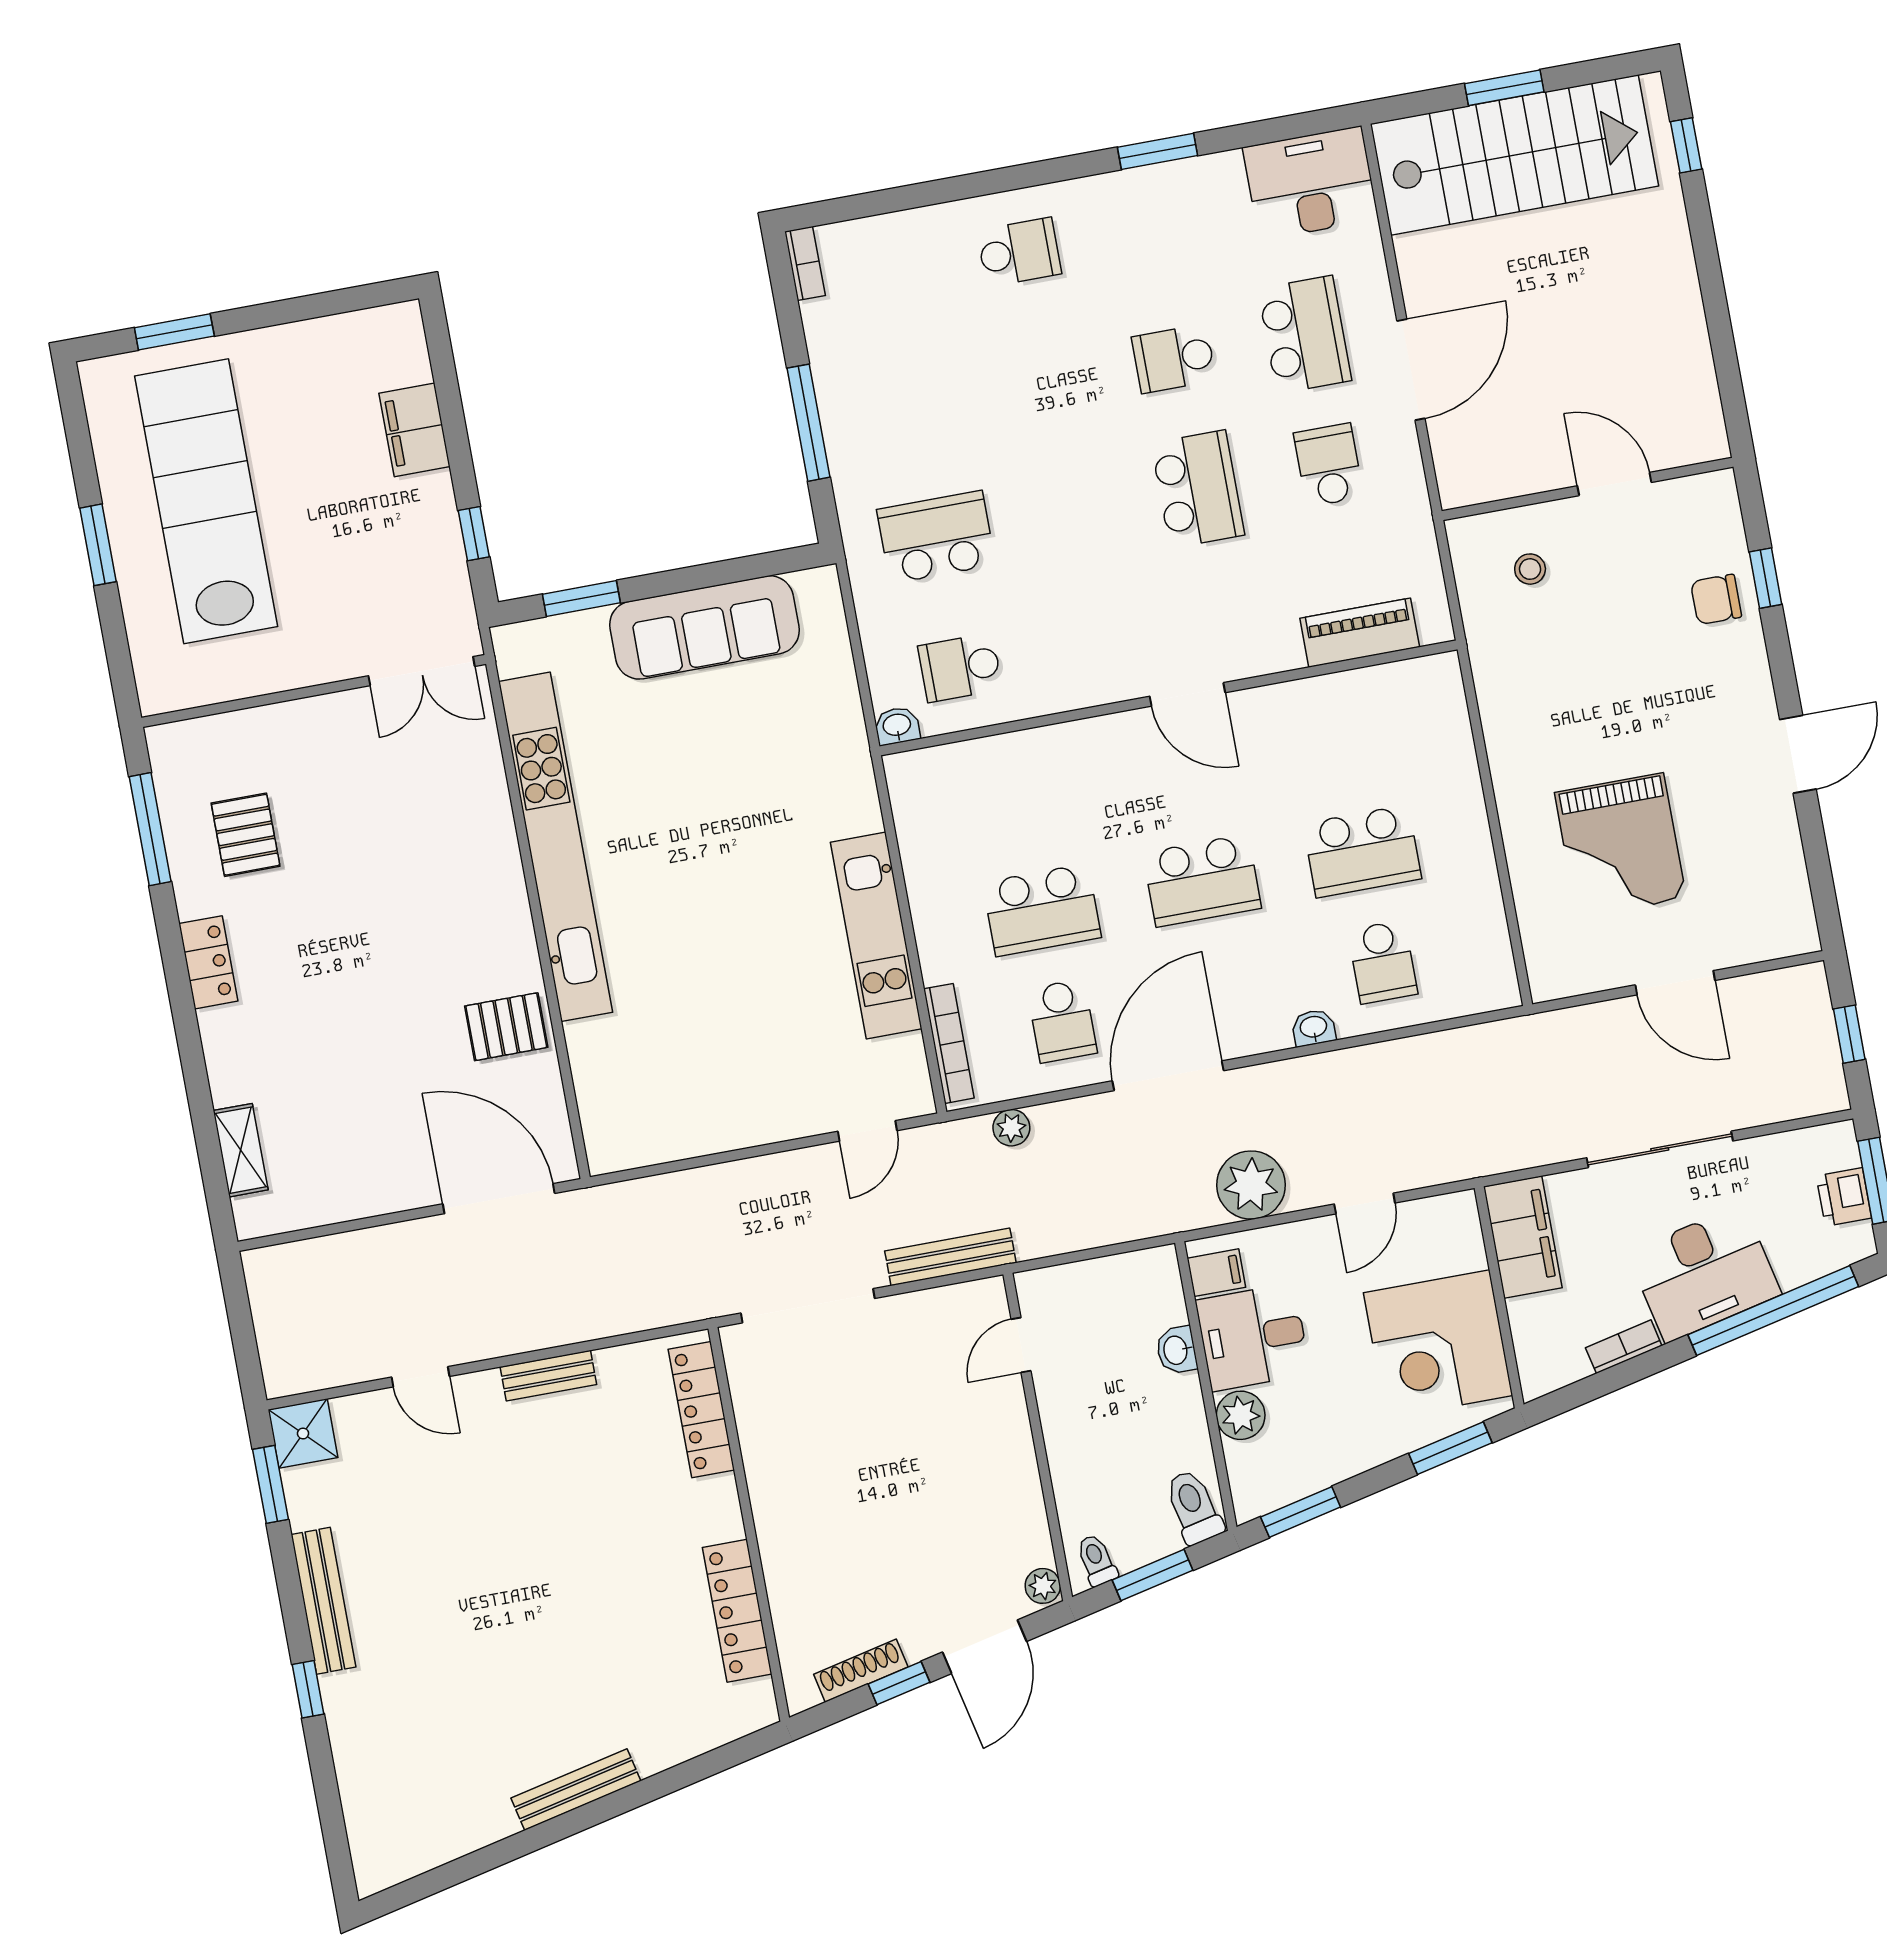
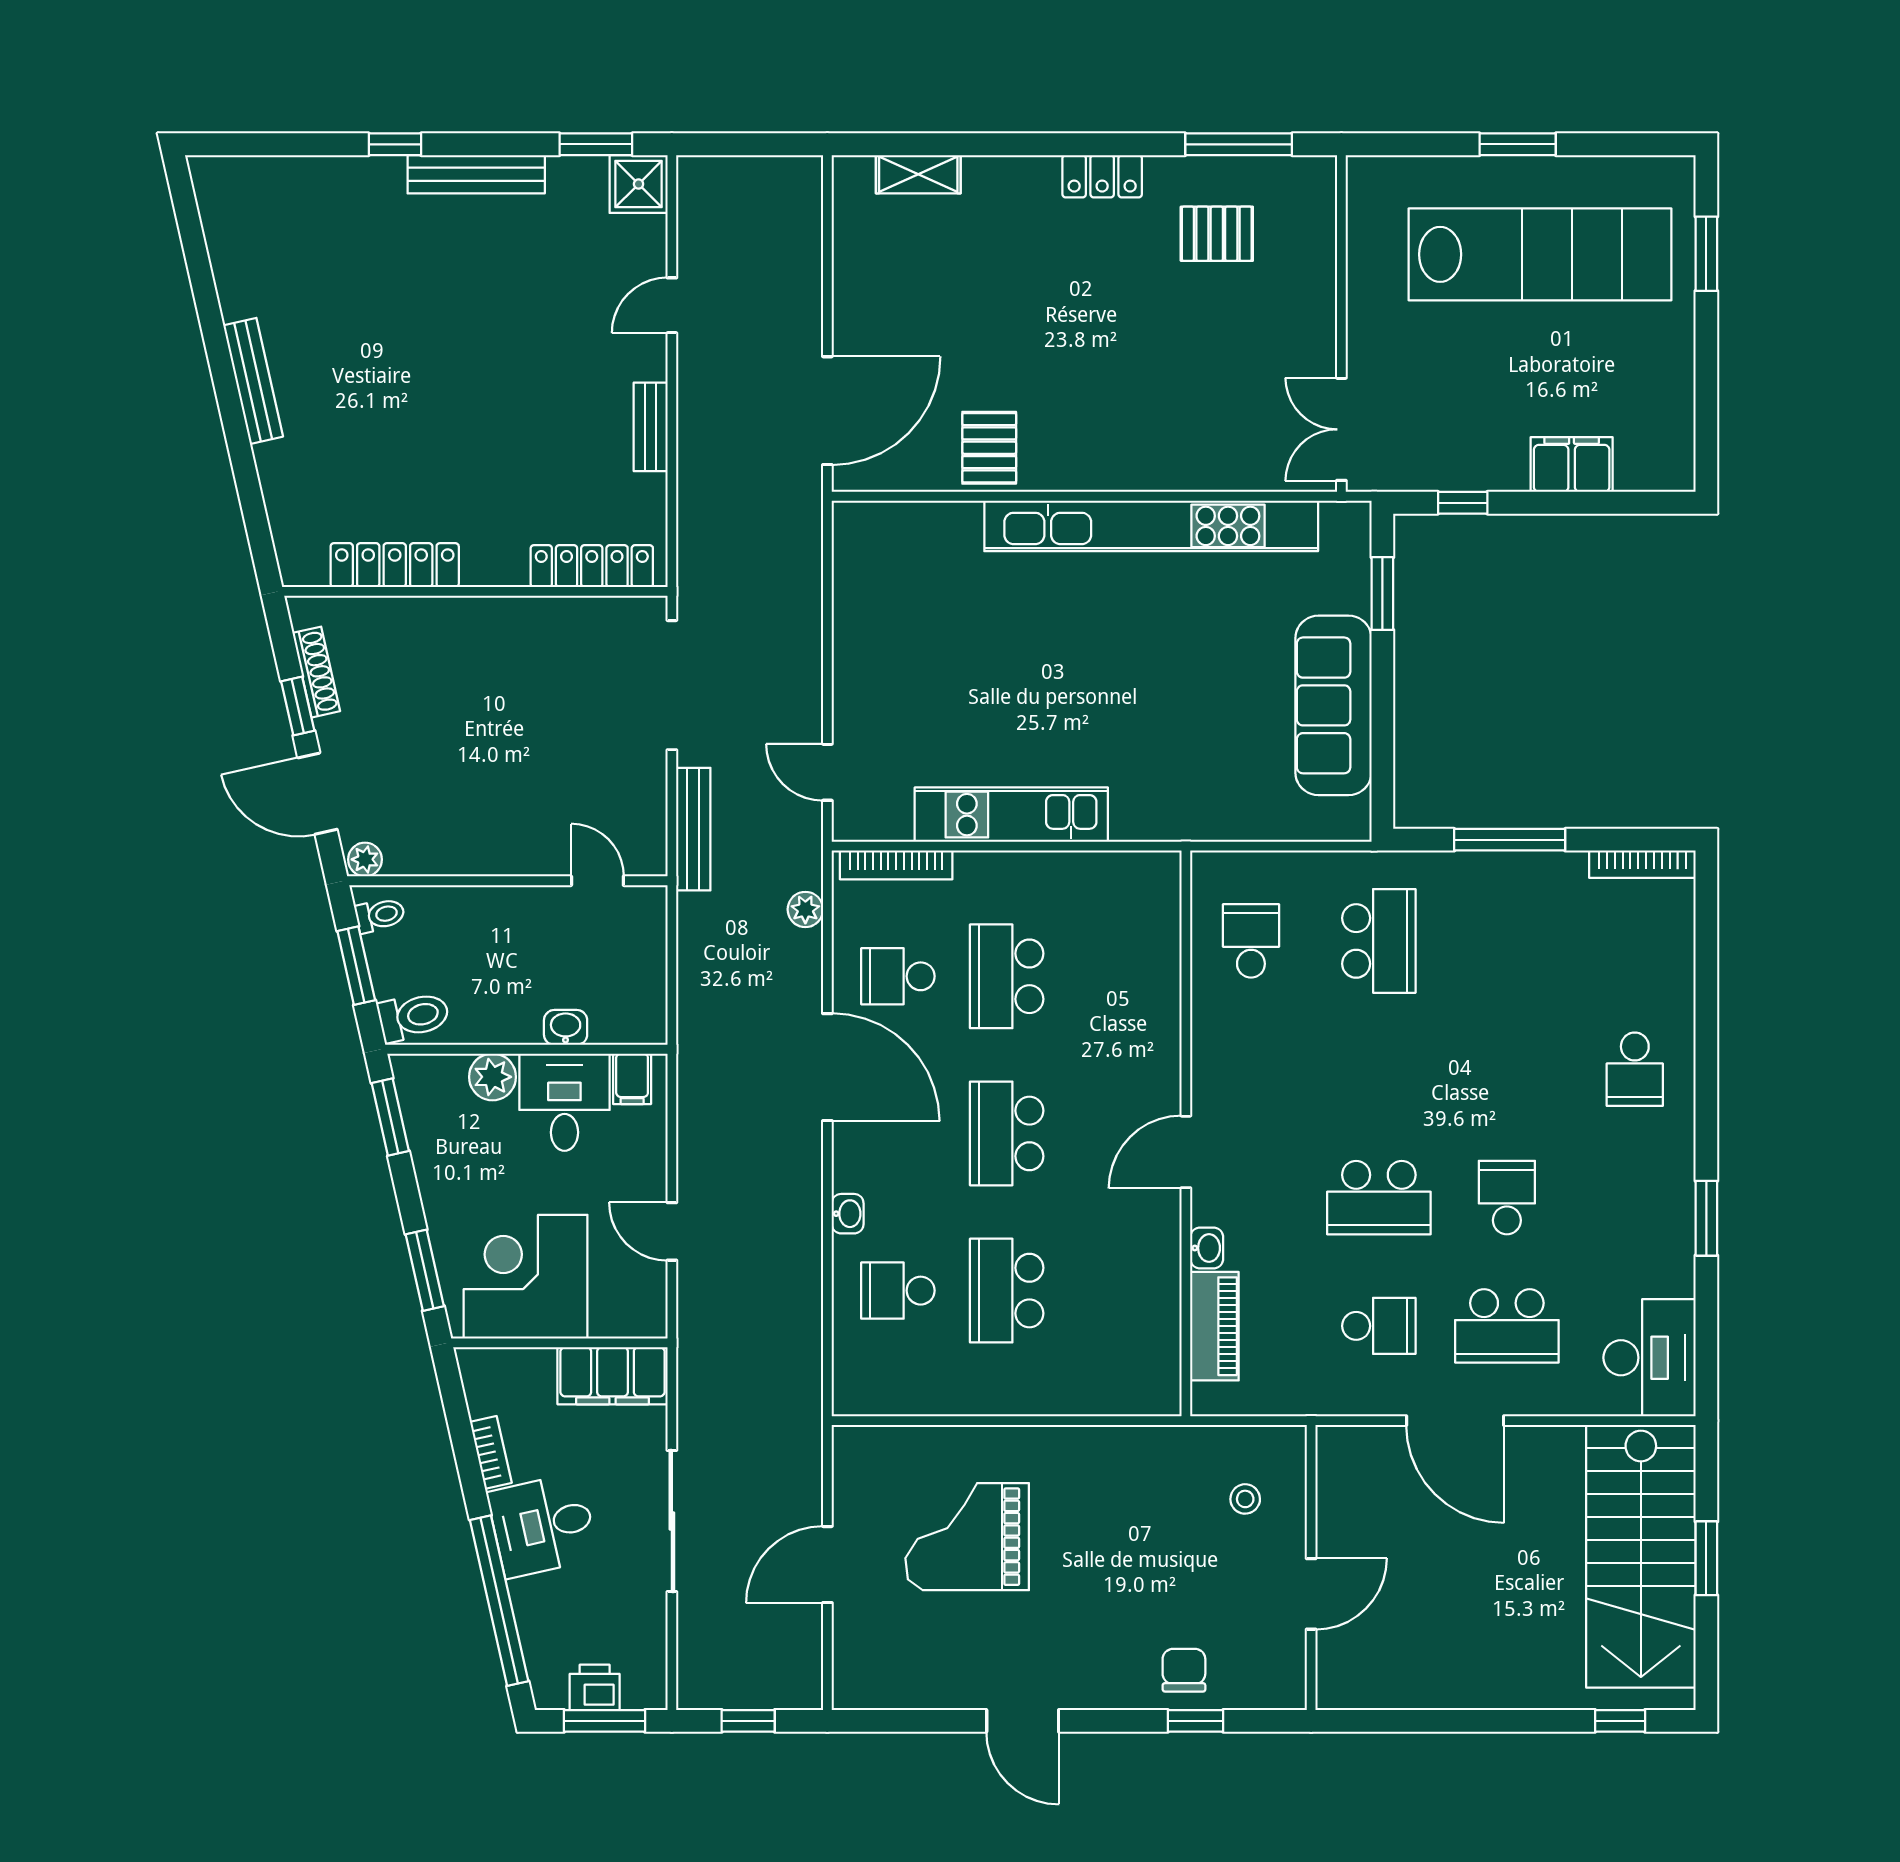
bookcase: (805, 263) -> (1642, 864), width x1.56
washbasin: (897, 726) -> (1207, 1248), moved
plant: (1251, 1185) -> (709, 1127), removed
desk: (1704, 1273) -> (543, 1525), width x0.73

